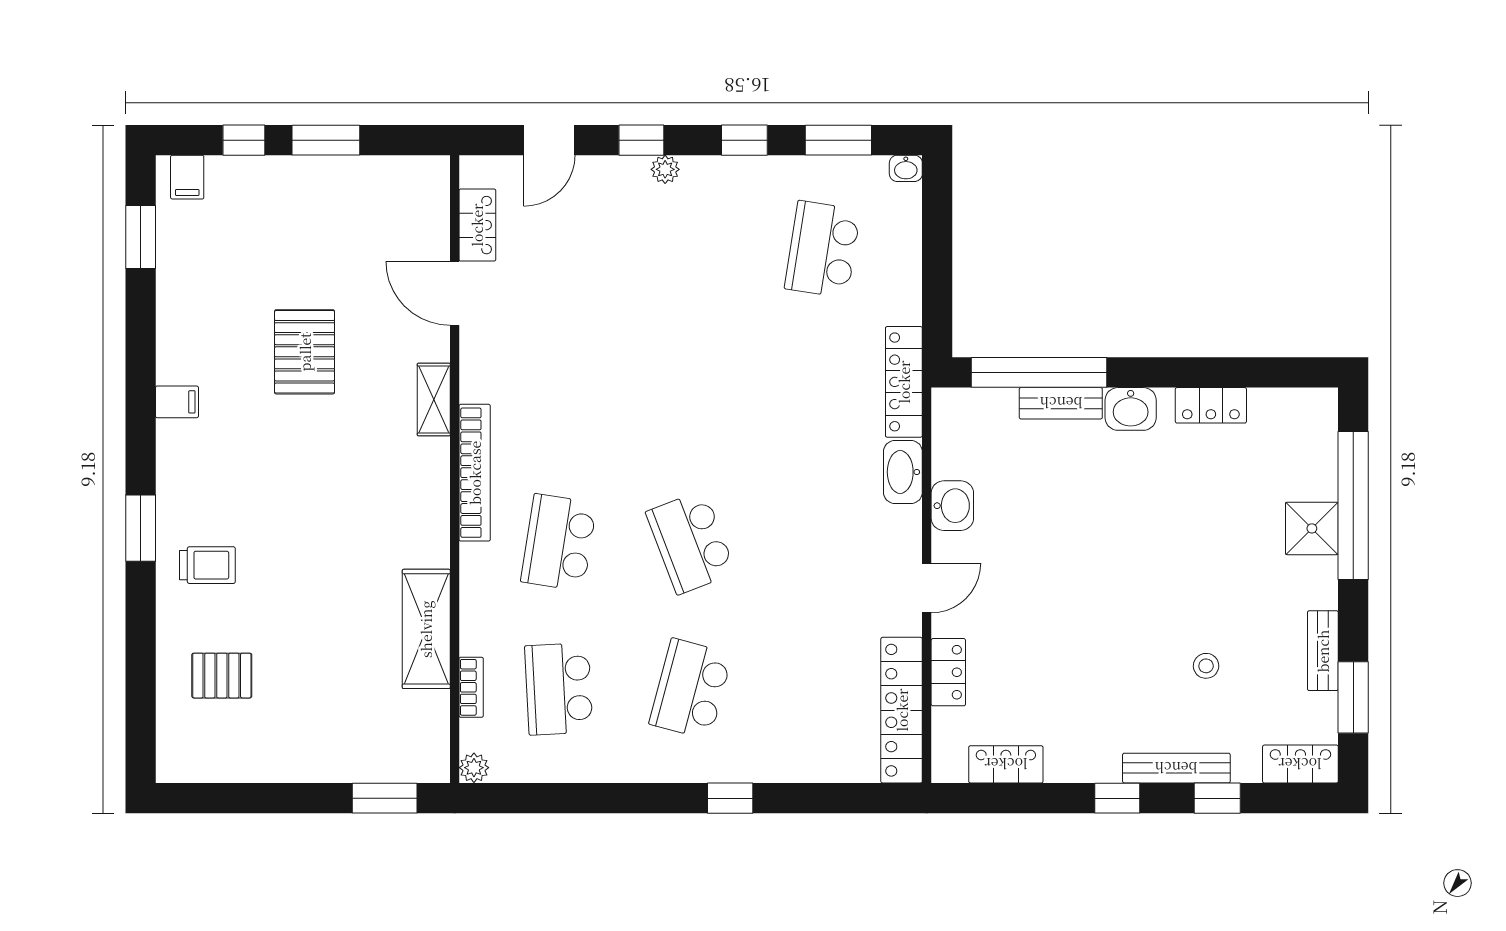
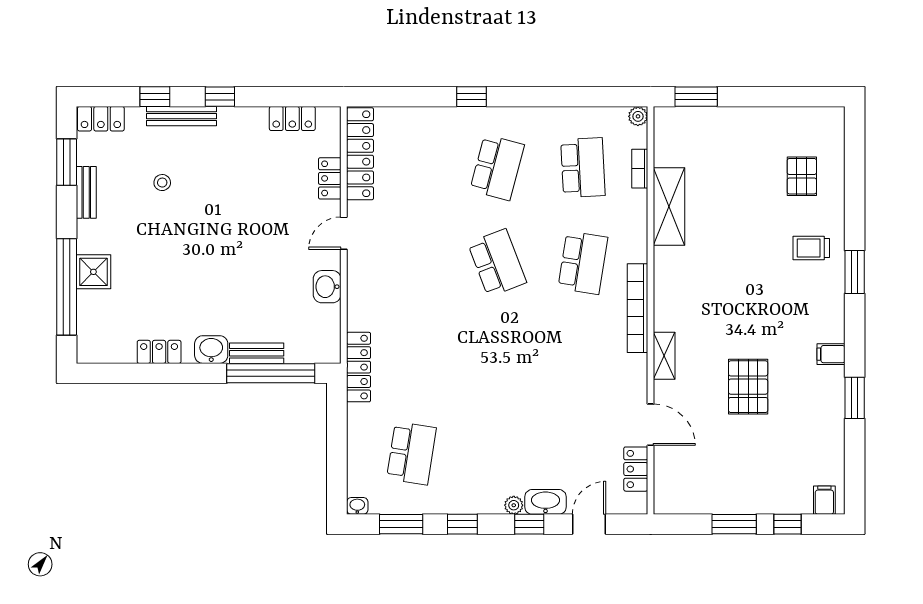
window: (141, 237) -> (855, 398), moved
washbasin: (903, 472) -> (546, 502), moved, turned -90
pallet: (222, 676) -> (802, 176), turned 90

